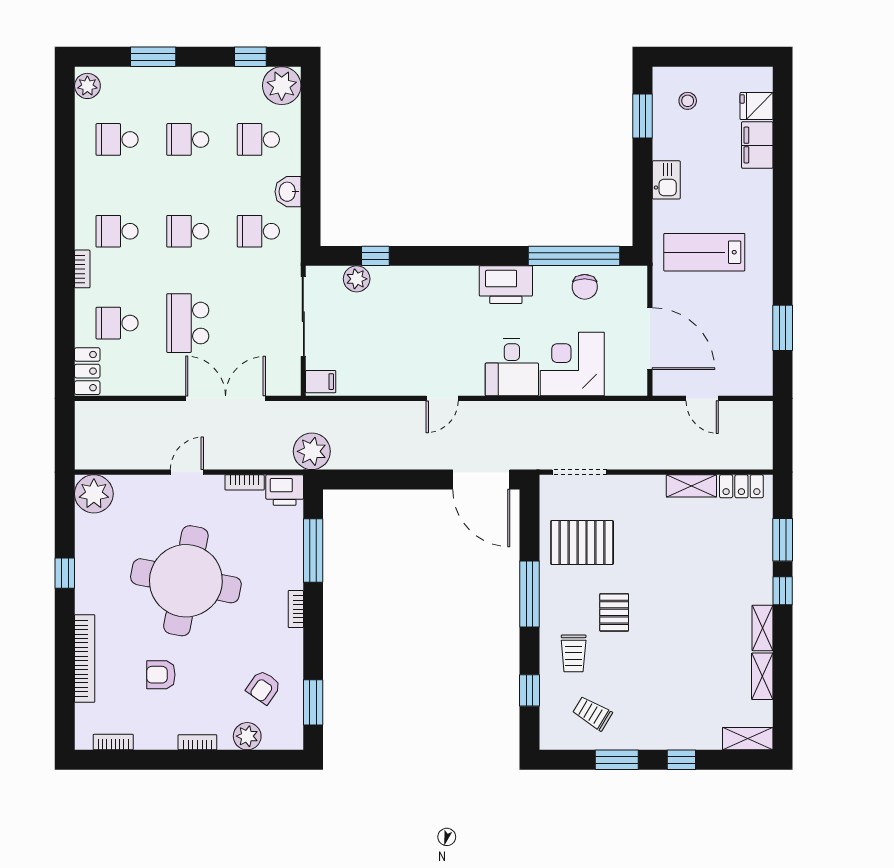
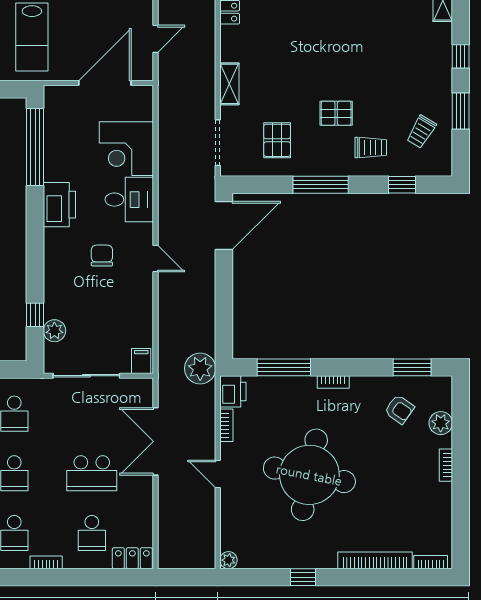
chair: (585, 287) -> (102, 256), moved, turned -90
shelving: (691, 486) -> (229, 84), moved
plant: (94, 494) -> (228, 560), width x0.53, depth x0.53
pallet: (582, 542) -> (277, 140), width x0.67, depth x0.71
armchair: (161, 675) -> (389, 496), removed
bookcase: (113, 742) -> (431, 562), moved, turned 90

